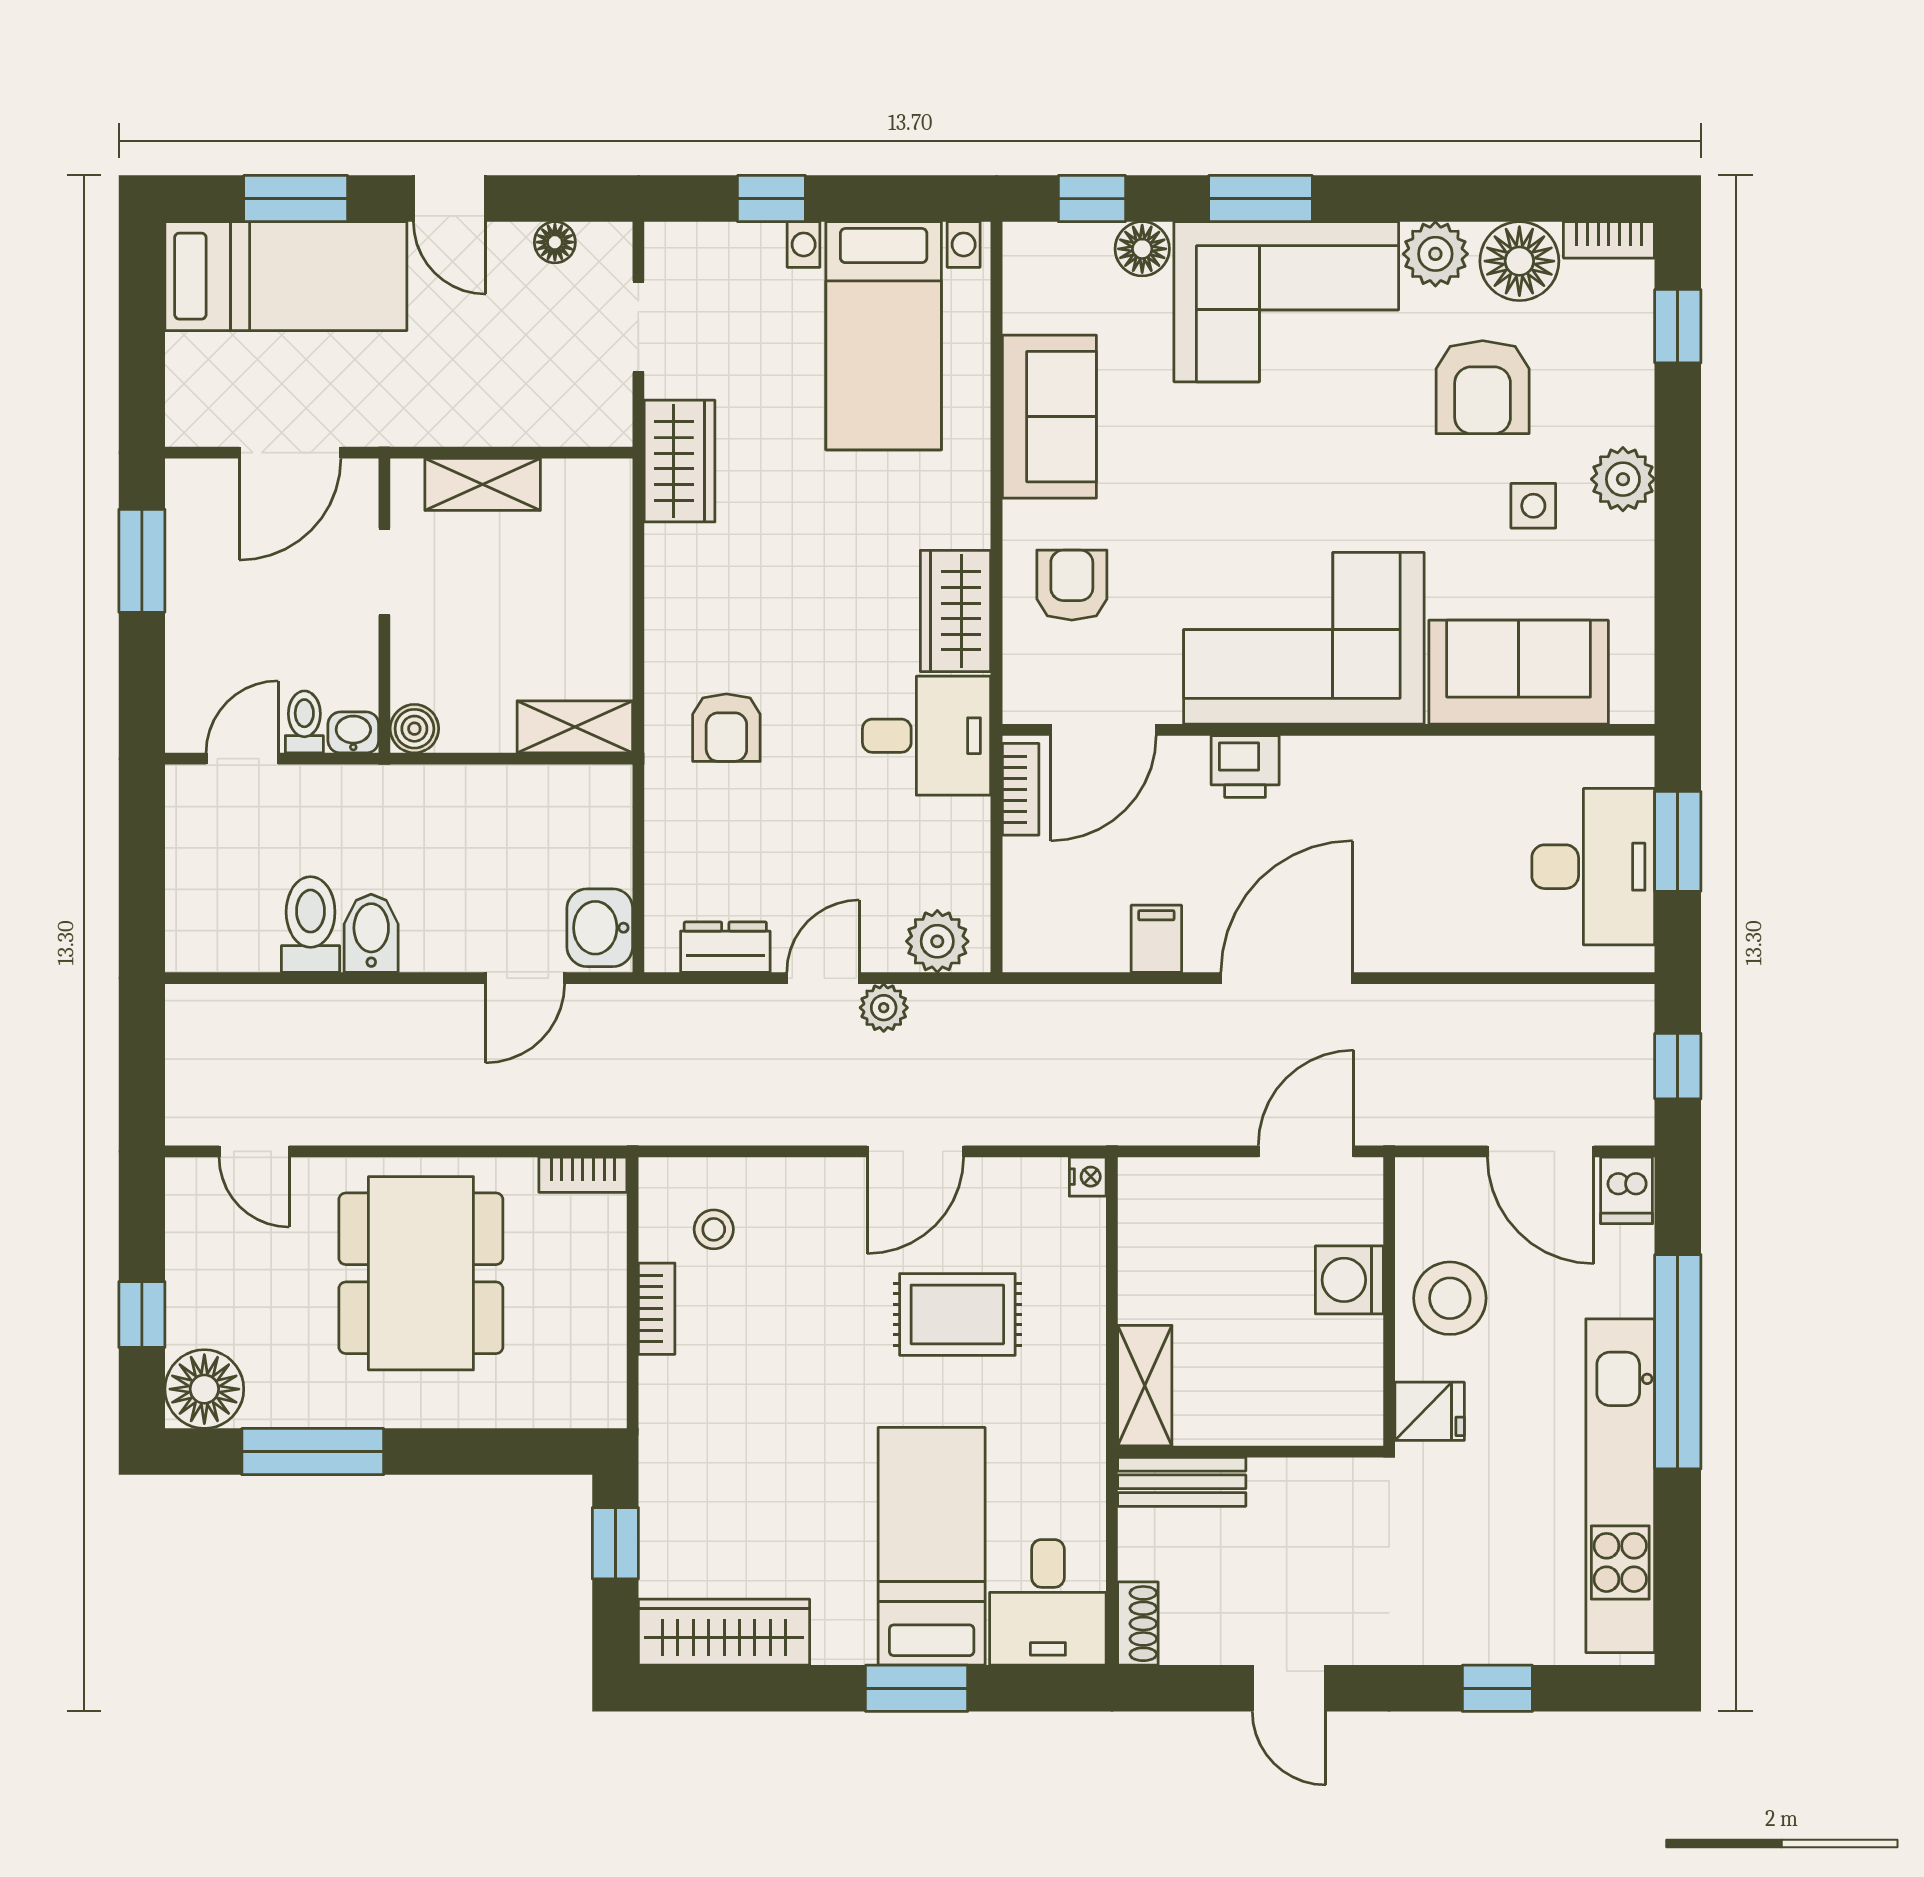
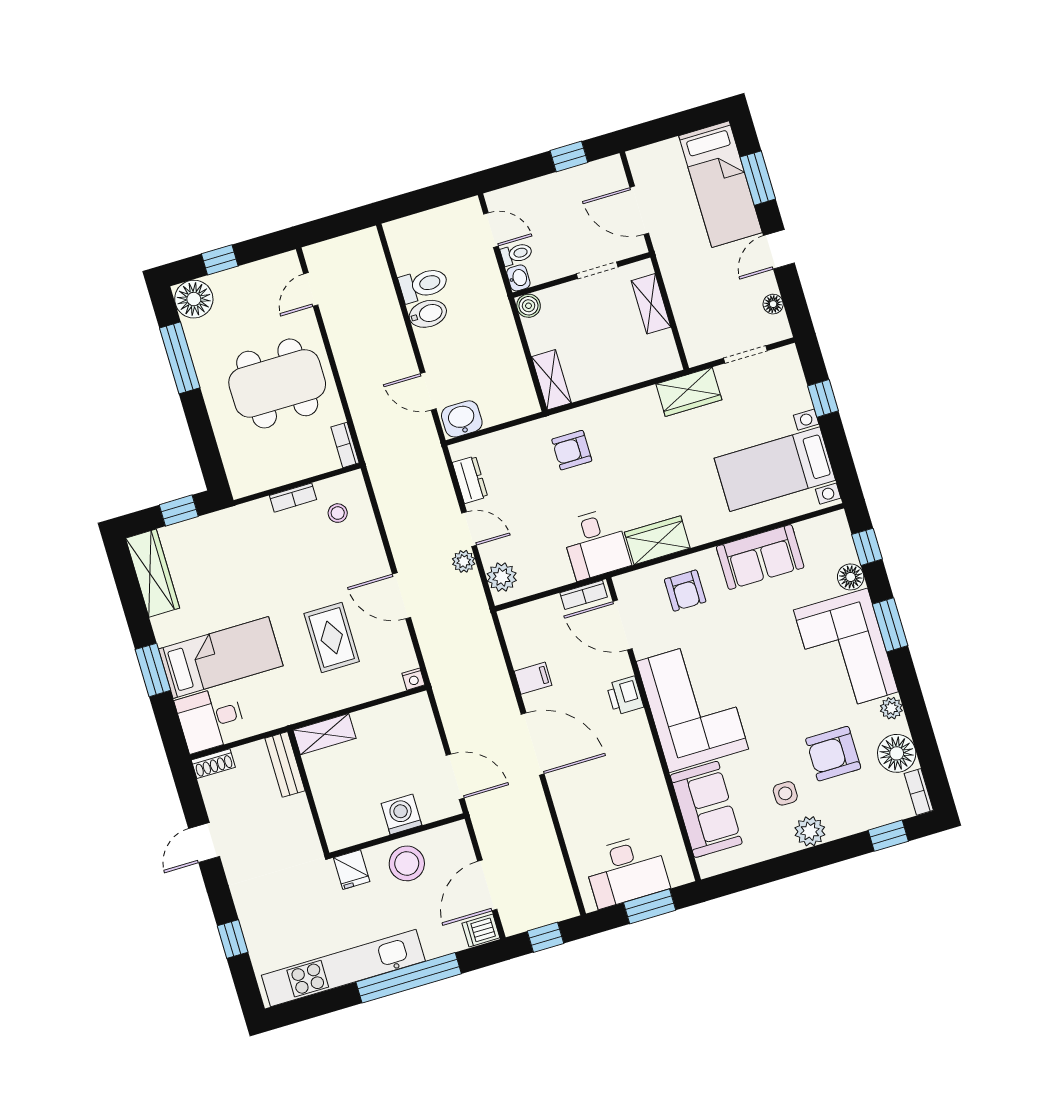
plant: (1435, 254) -> (891, 708), width x0.73, depth x0.73
window: (142, 561) -> (569, 156), width x0.67
armchair: (1072, 585) -> (685, 591), turned 90

